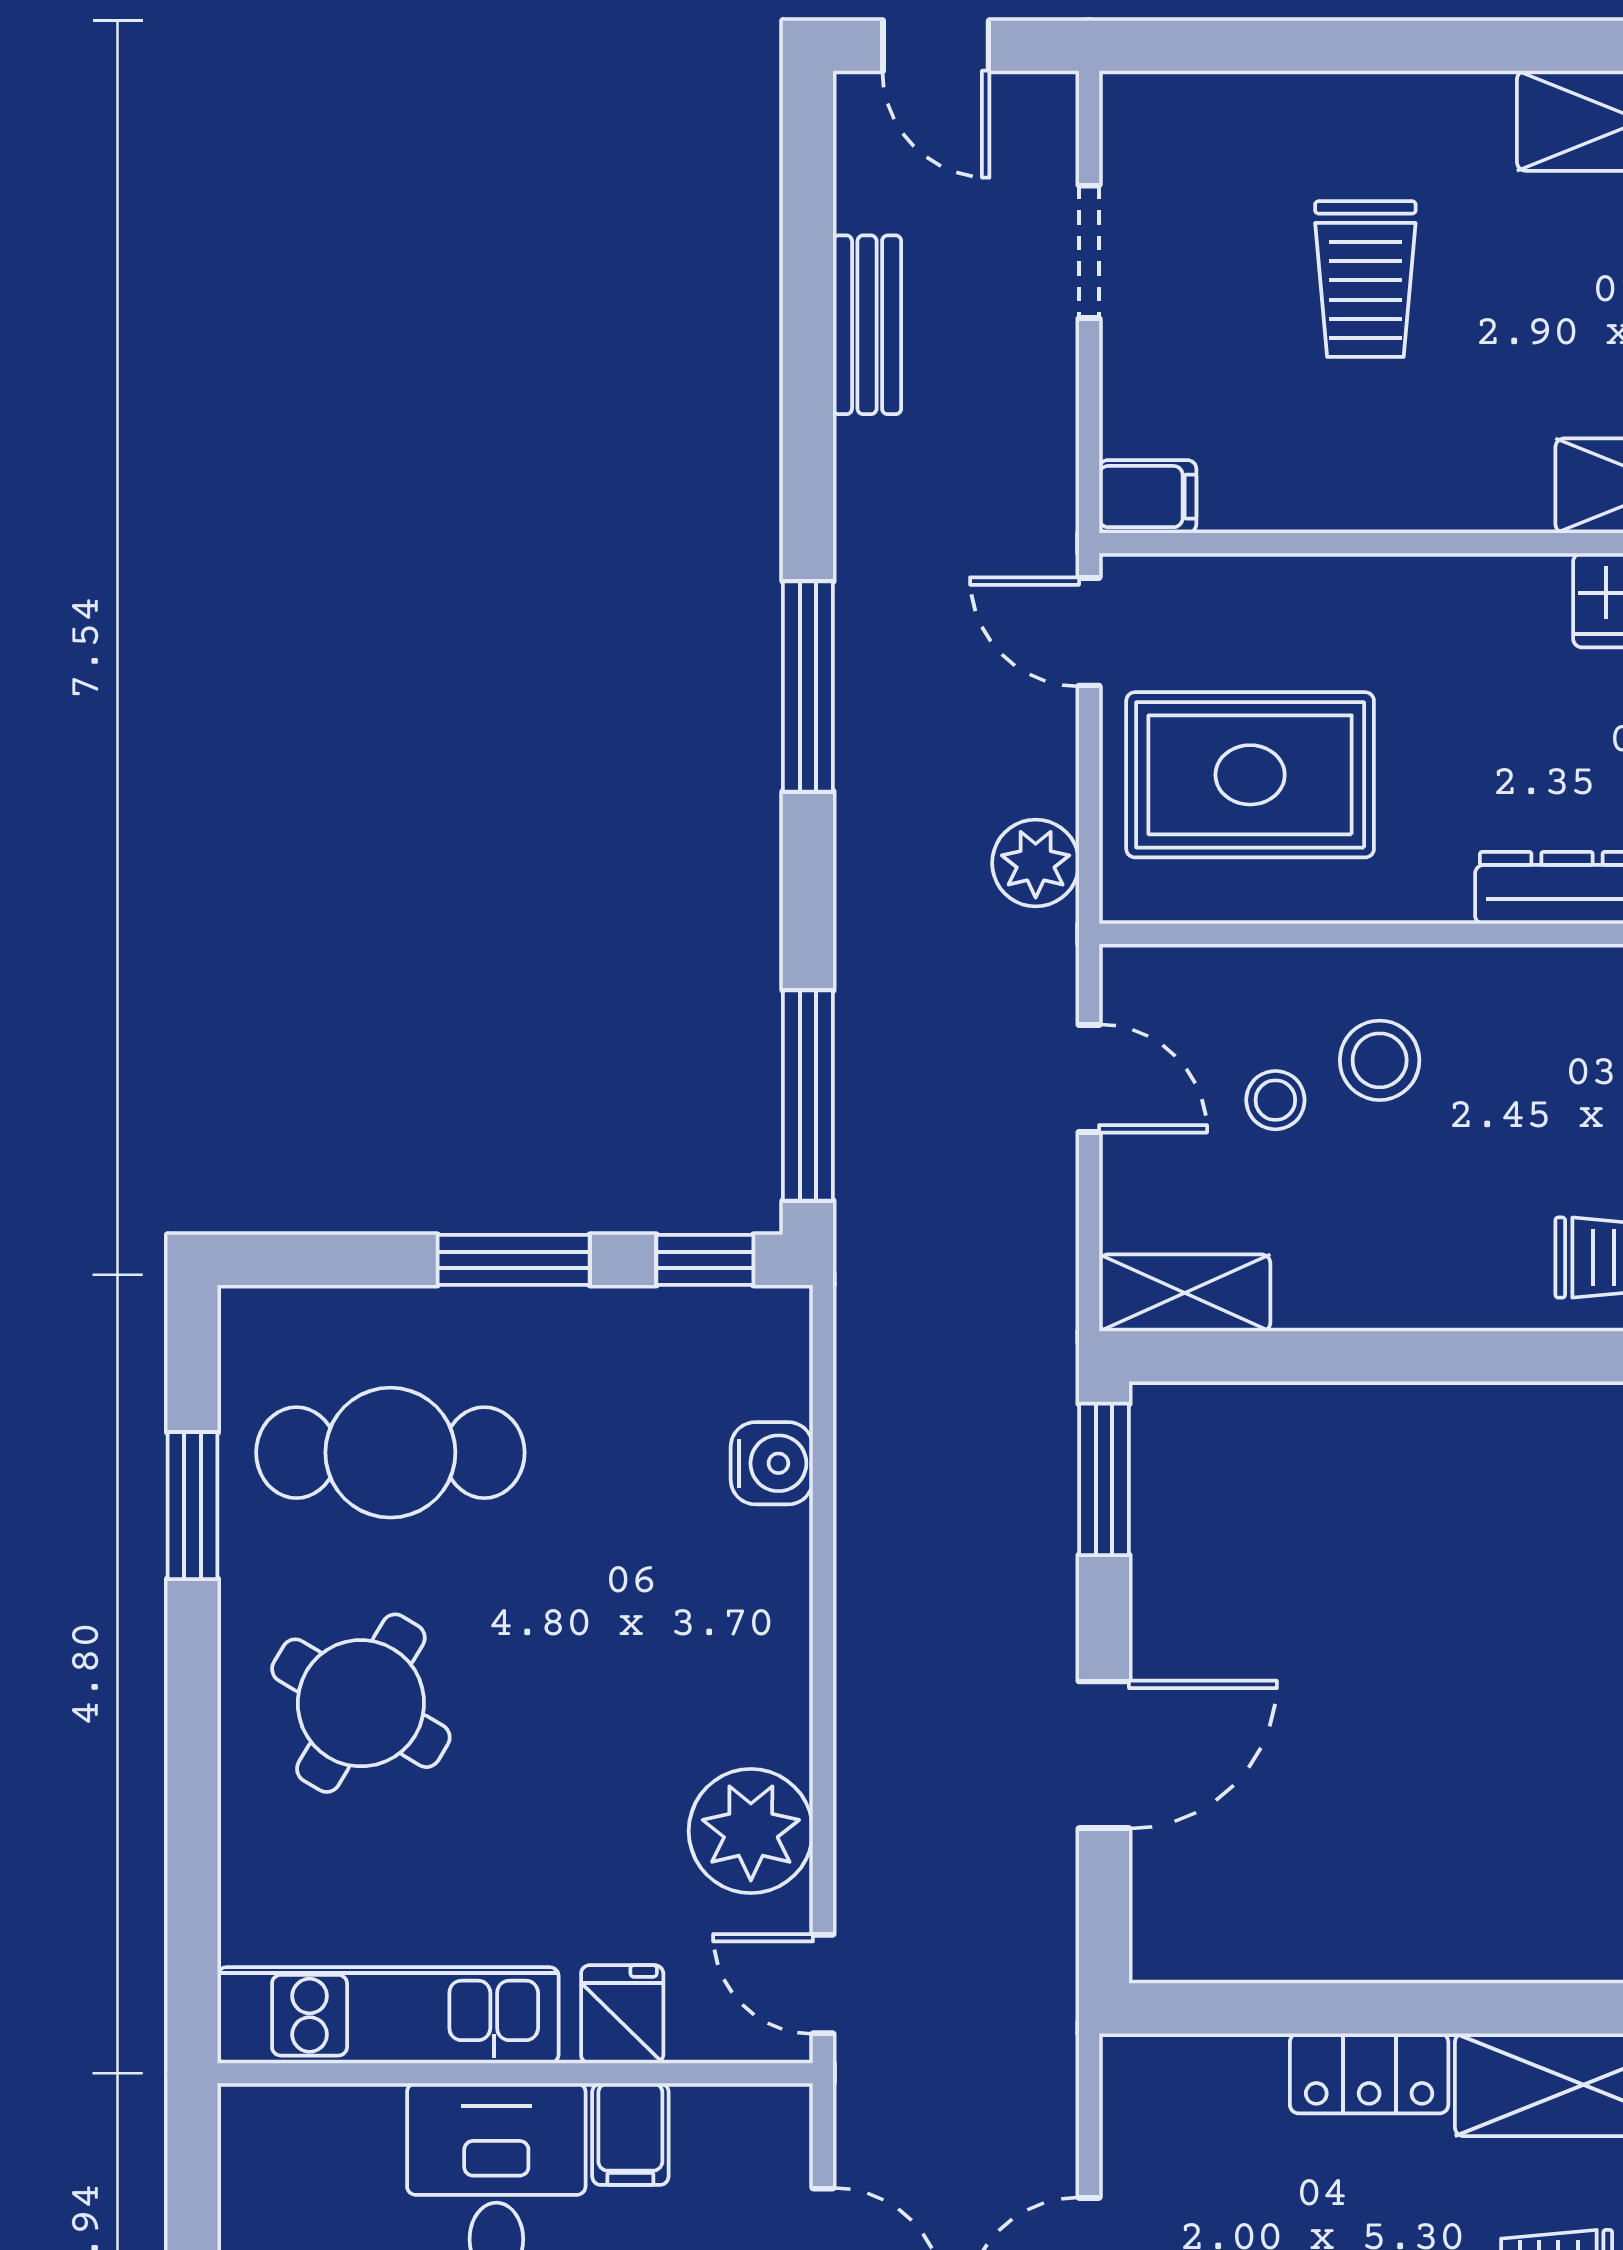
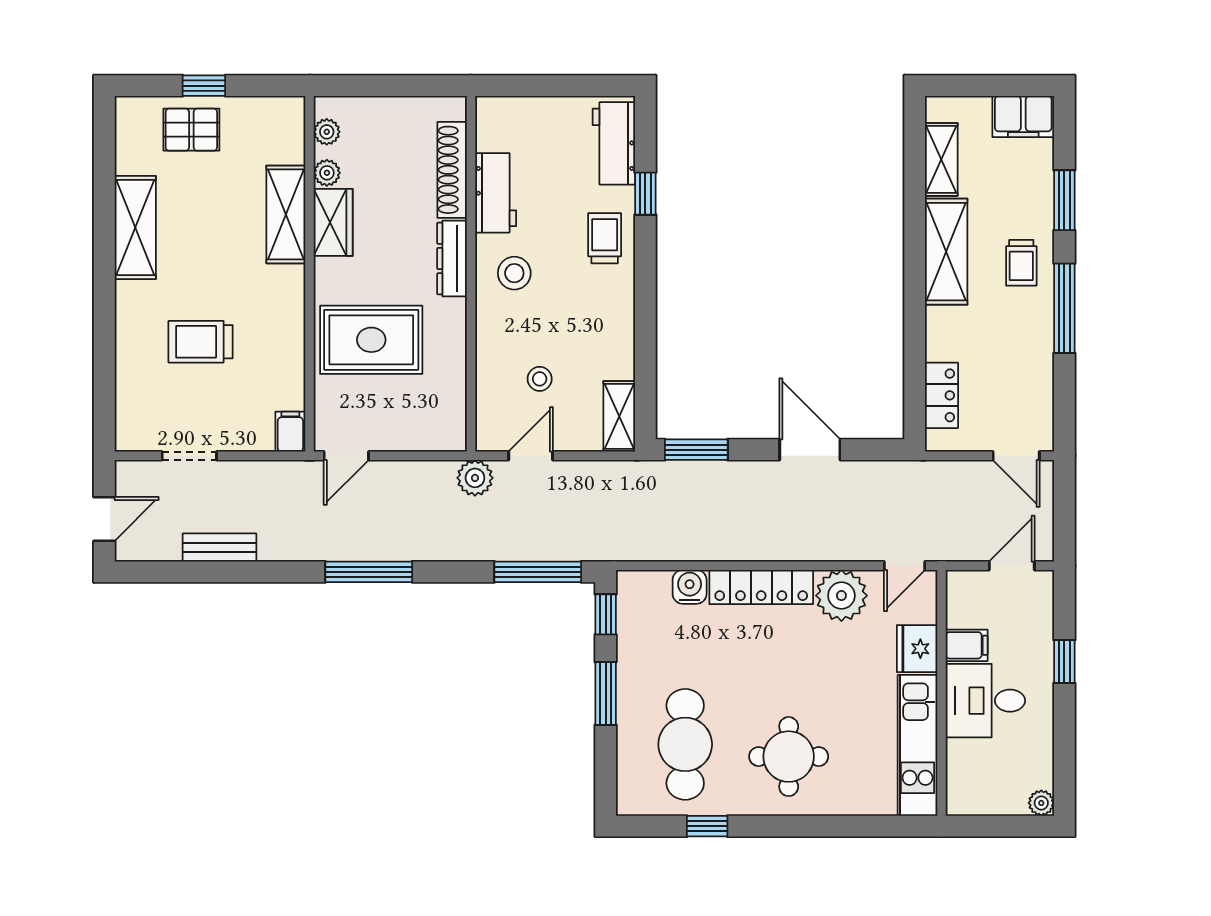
trolley: (1365, 279) -> (201, 342), turned 180
rug: (1250, 775) -> (371, 340), moved, turned 90
plant: (1036, 863) -> (475, 478), moved
stool: (1380, 1060) -> (514, 273), moved
window: (193, 1506) -> (707, 826), width x0.67
locker: (771, 1637) -> (761, 587), added
round table: (361, 1703) -> (789, 757), turned -31
fridge: (622, 2014) -> (917, 649), width x1.38
locker: (1369, 2073) -> (942, 395), moved

